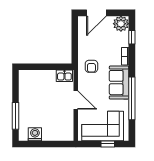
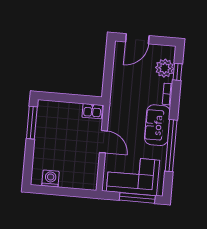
plant: (121, 24) -> (165, 68), moved
armchair: (91, 66) -> (126, 103), removed
window: (16, 116) -> (32, 123), moved
window: (108, 144) -> (137, 198), width x2.17

